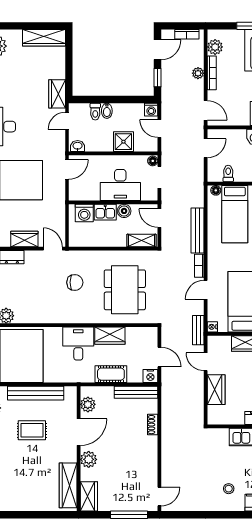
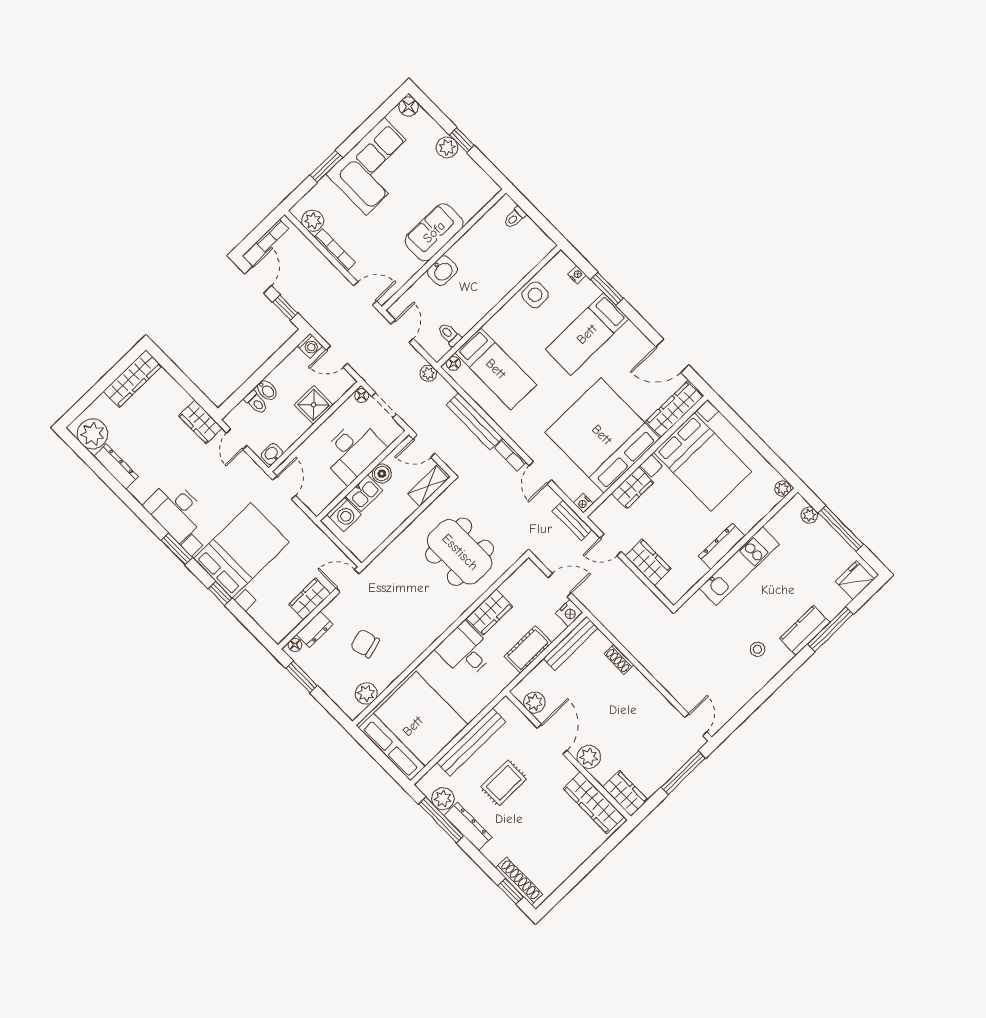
plant: (198, 73) -> (428, 373), moved
chair: (75, 282) -> (365, 643), moved, turned -105

